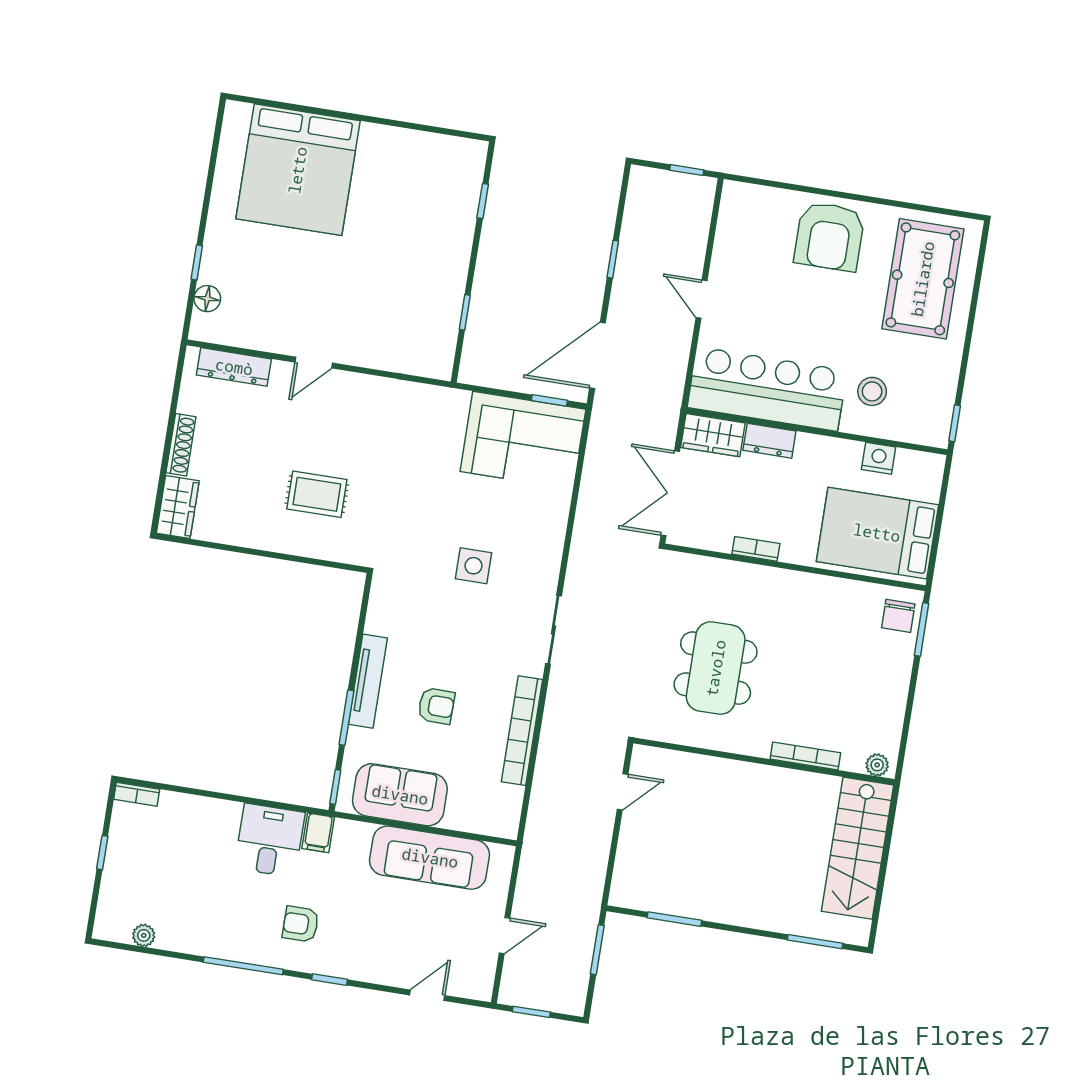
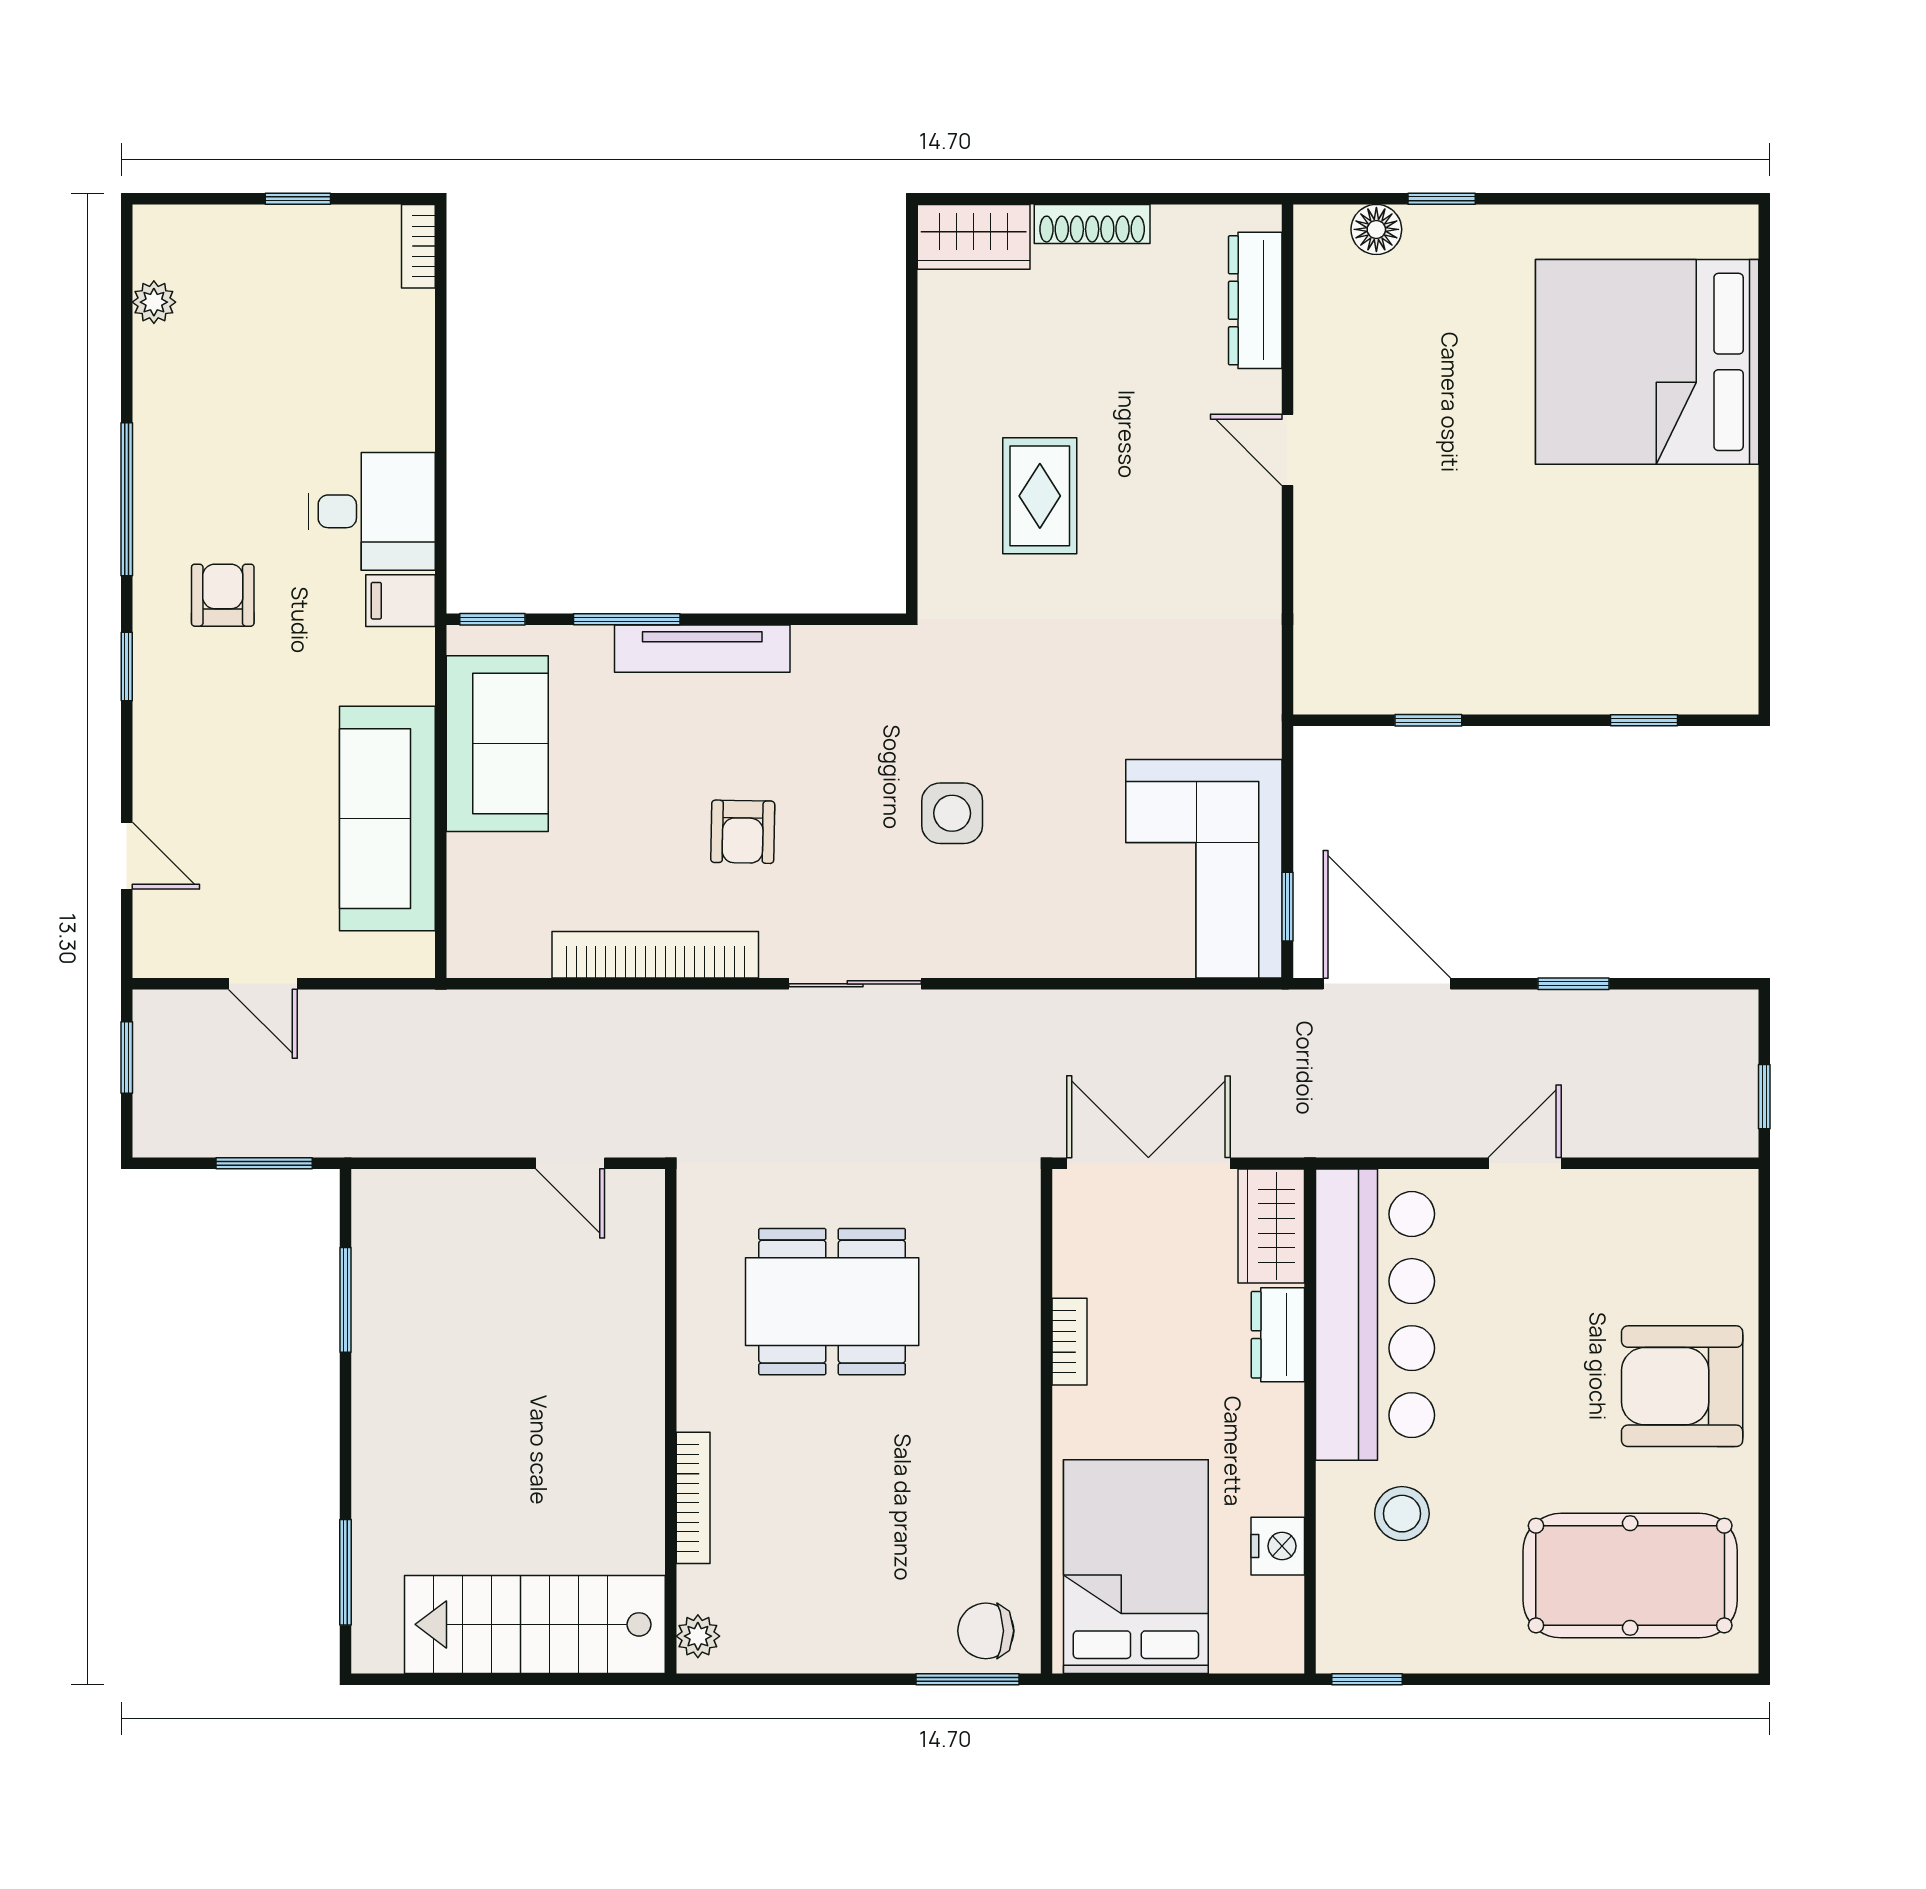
armchair: (436, 706) -> (743, 832), moved

